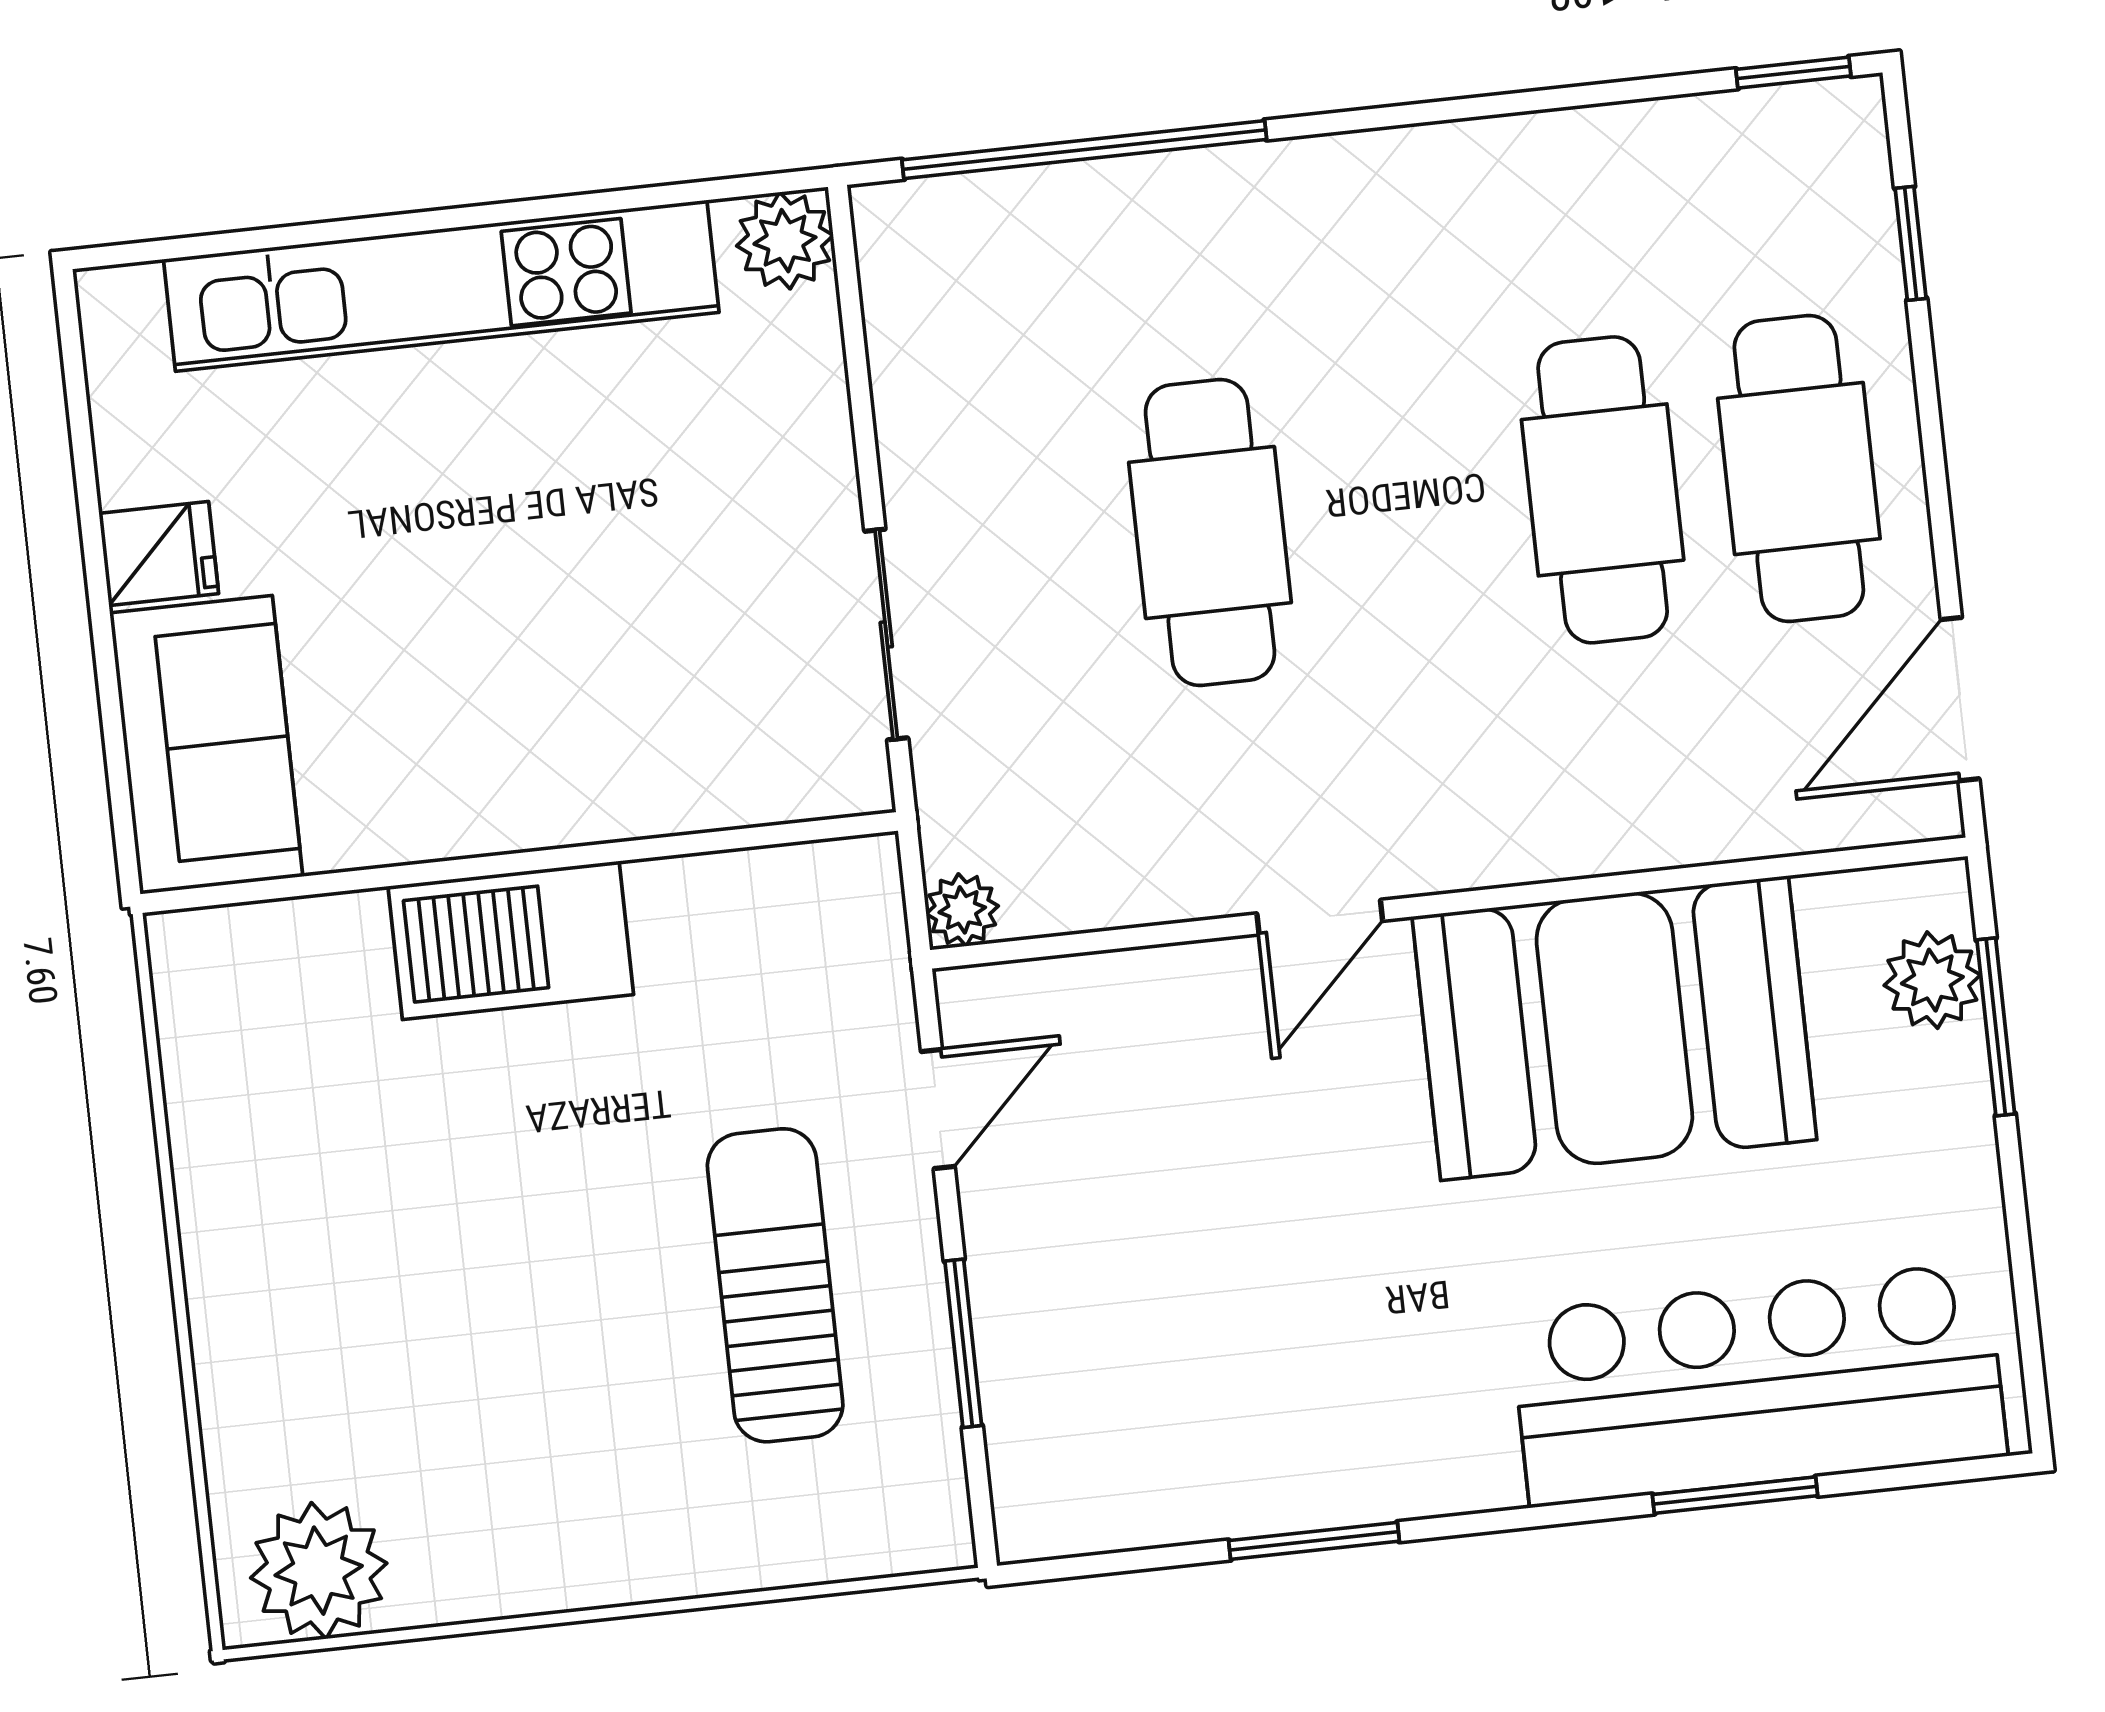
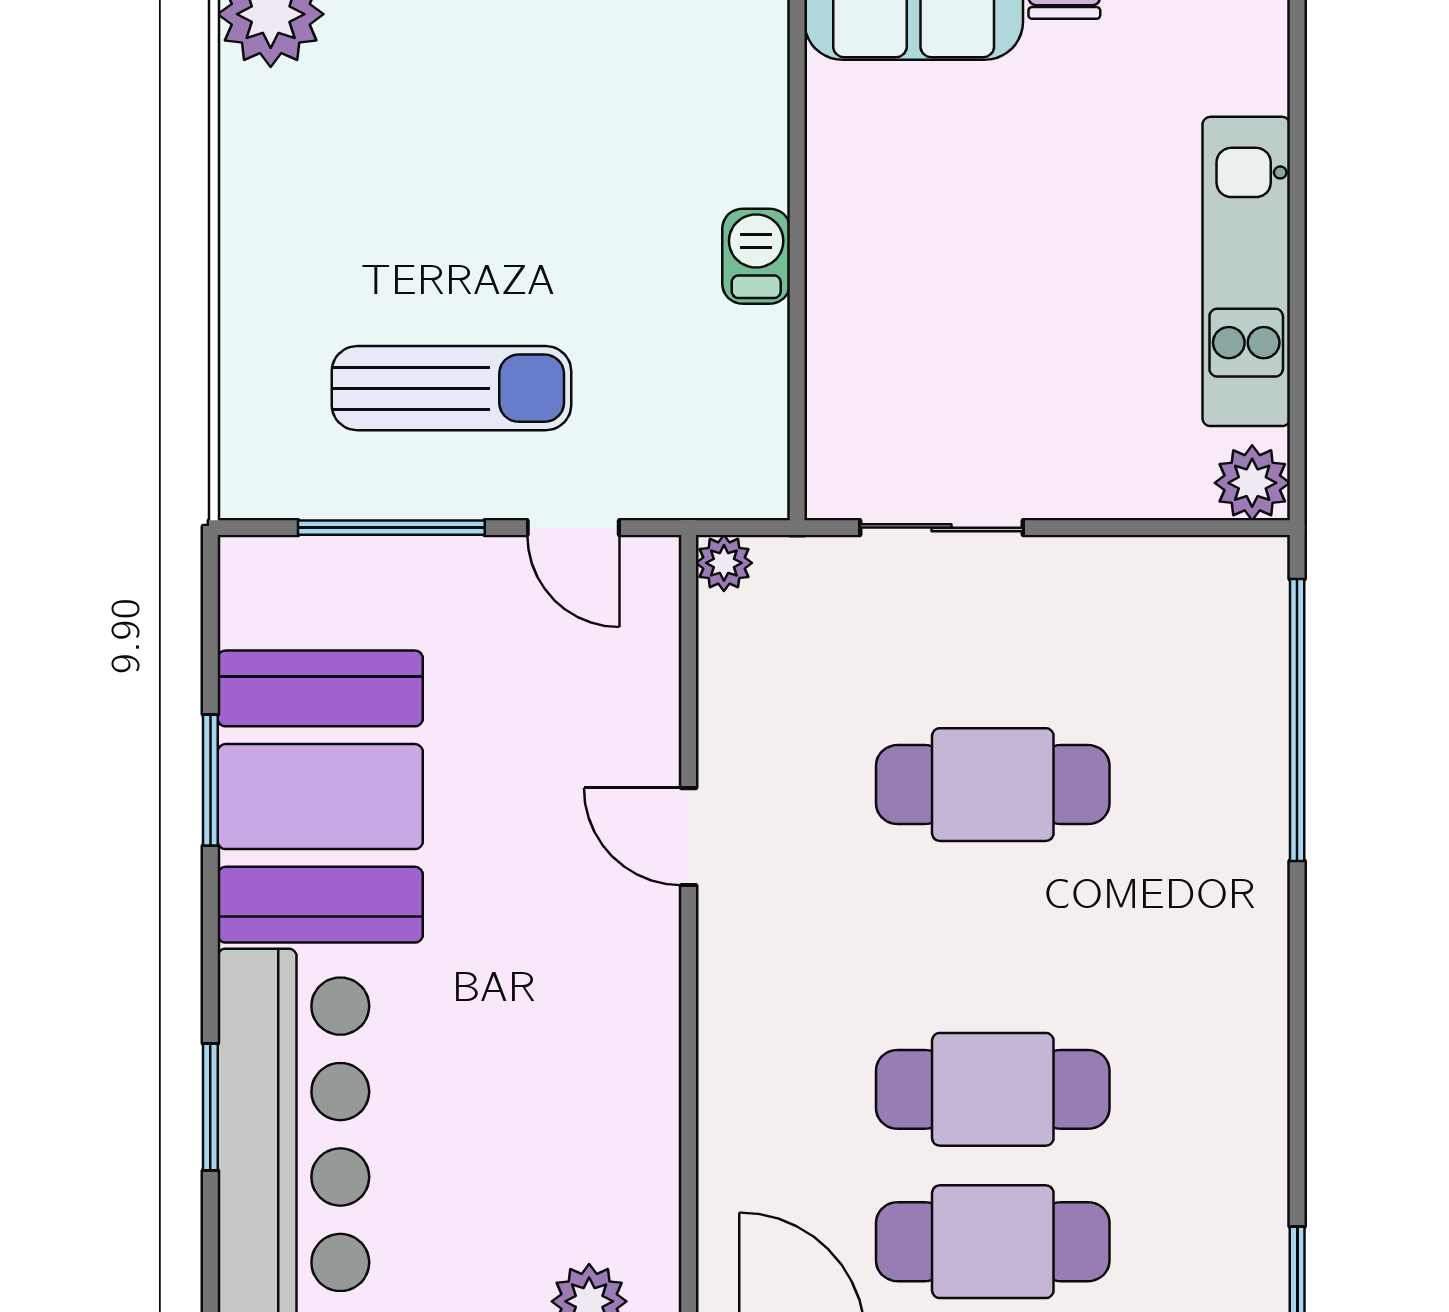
kitchen unit: (441, 286) -> (1246, 271), width x0.73
barbecue: (511, 940) -> (756, 256), width x0.53, depth x0.65
booth: (1614, 1028) -> (320, 797), moved
window: (963, 1343) -> (391, 528), width x1.44

